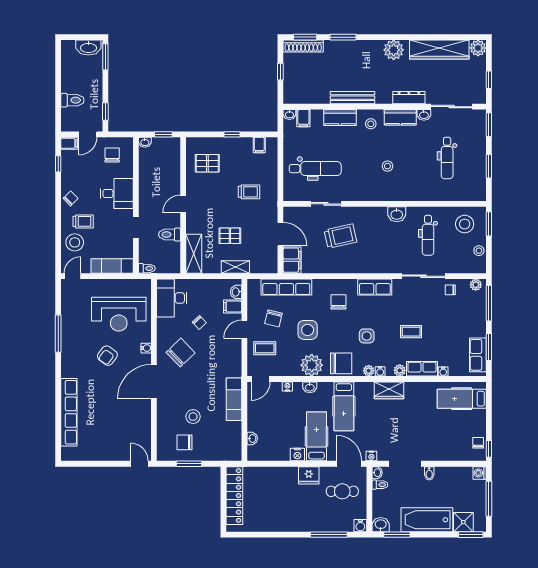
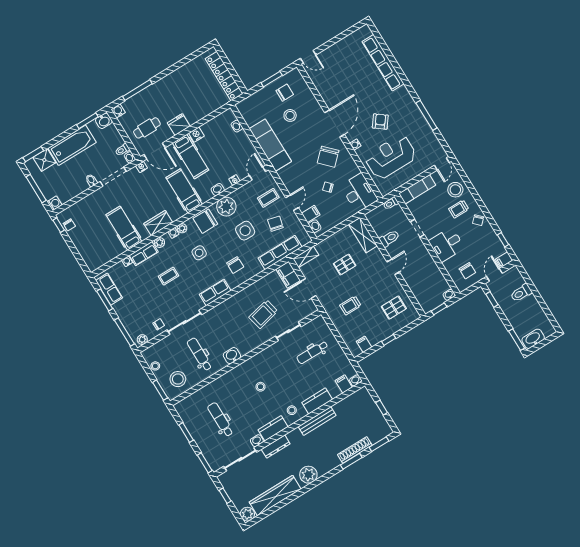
shoe rack: (303, 46) -> (355, 450), moved
dental chair: (315, 169) -> (312, 352), width x0.73, depth x0.72
shelving: (235, 267) -> (306, 257), moved
exam couch: (234, 399) -> (270, 145), width x1.36, depth x1.45
hospital bed: (462, 399) -> (124, 228), moved, turned -90

